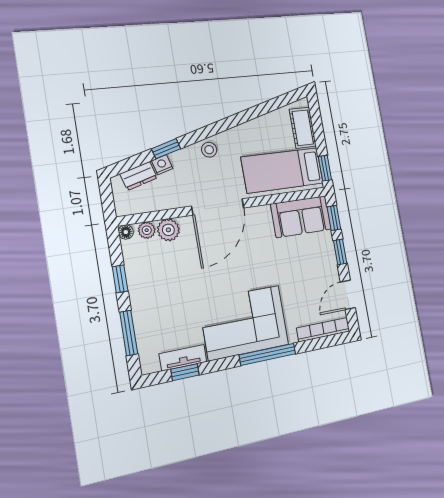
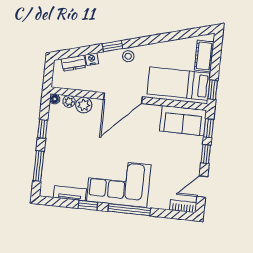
window: (166, 149) -> (112, 46), moved
bookcase: (323, 330) -> (183, 206), width x0.64
window: (185, 372) -> (88, 205), moved

